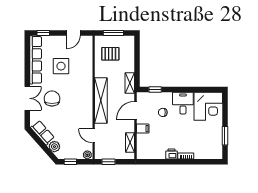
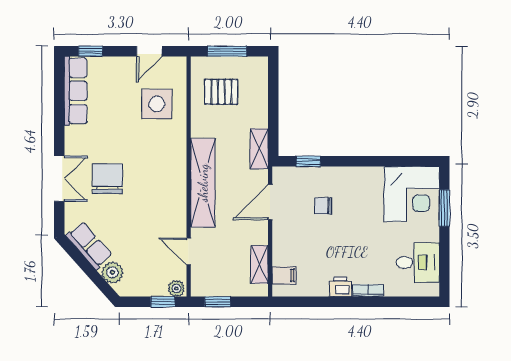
row of seats: (36, 60) -> (76, 91), width x0.73
side table: (61, 66) -> (157, 104), moved
desk: (183, 103) -> (418, 262), moved, turned 90
filing cabinet: (143, 129) -> (284, 275), moved
window: (225, 136) -> (444, 208), moved
window: (70, 162) -> (163, 302), moved

